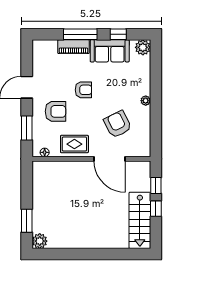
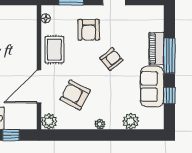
plant: (143, 47) -> (131, 121), moved
armchair: (83, 90) -> (111, 59), turned -129
armchair: (118, 124) -> (75, 95), turned -125
plant: (143, 149) -> (49, 121), added

